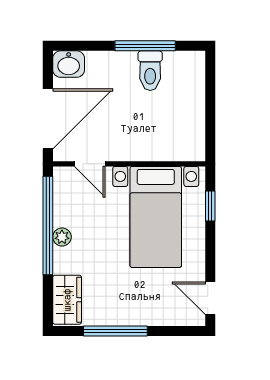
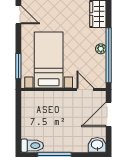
toilet: (150, 71) -> (32, 146), moved, turned 90
door: (48, 119) -> (109, 114), width x0.73
window: (210, 206) -> (18, 66), width x1.50

